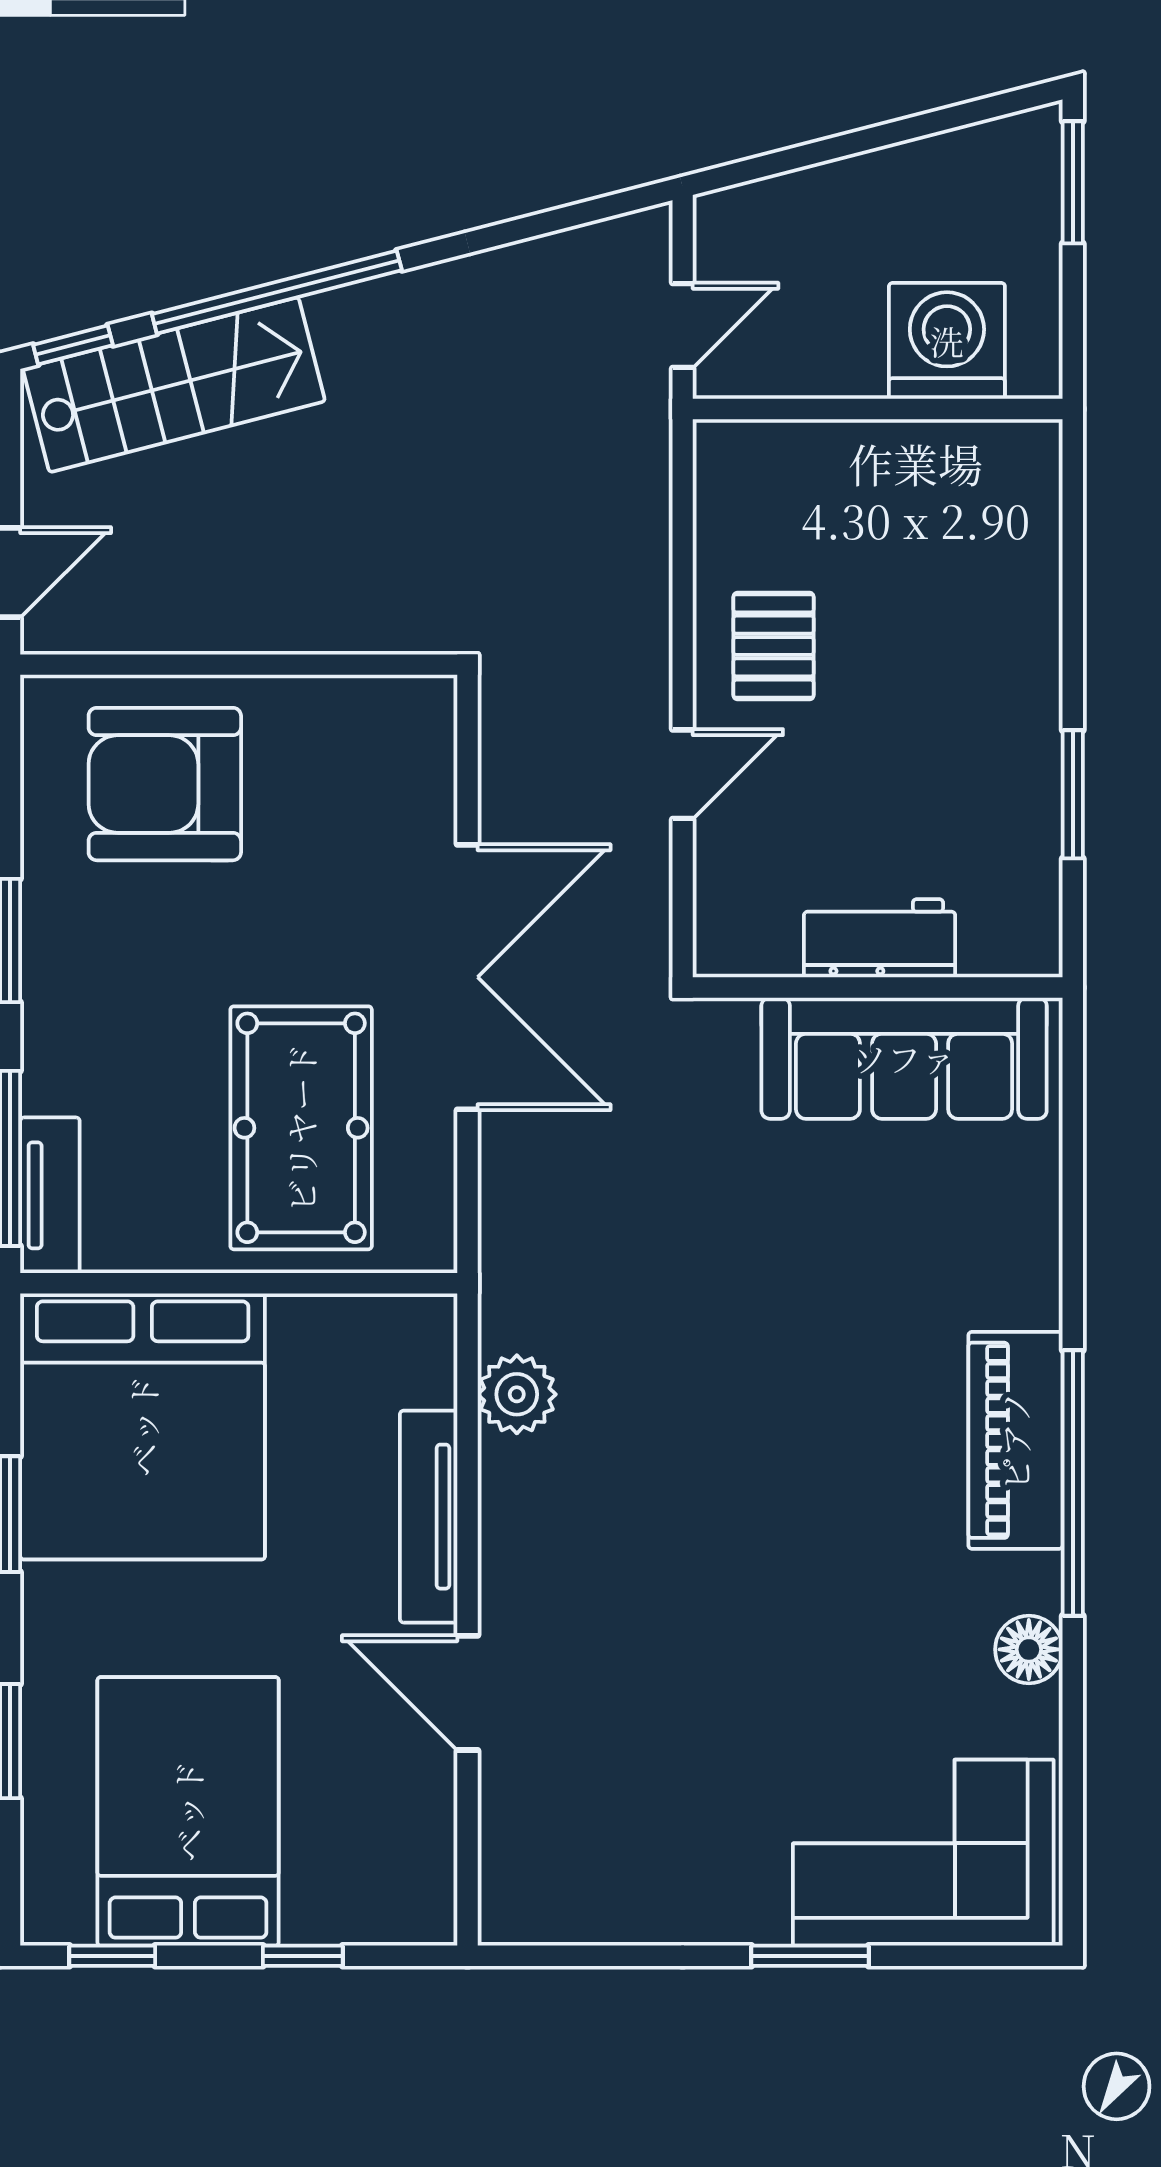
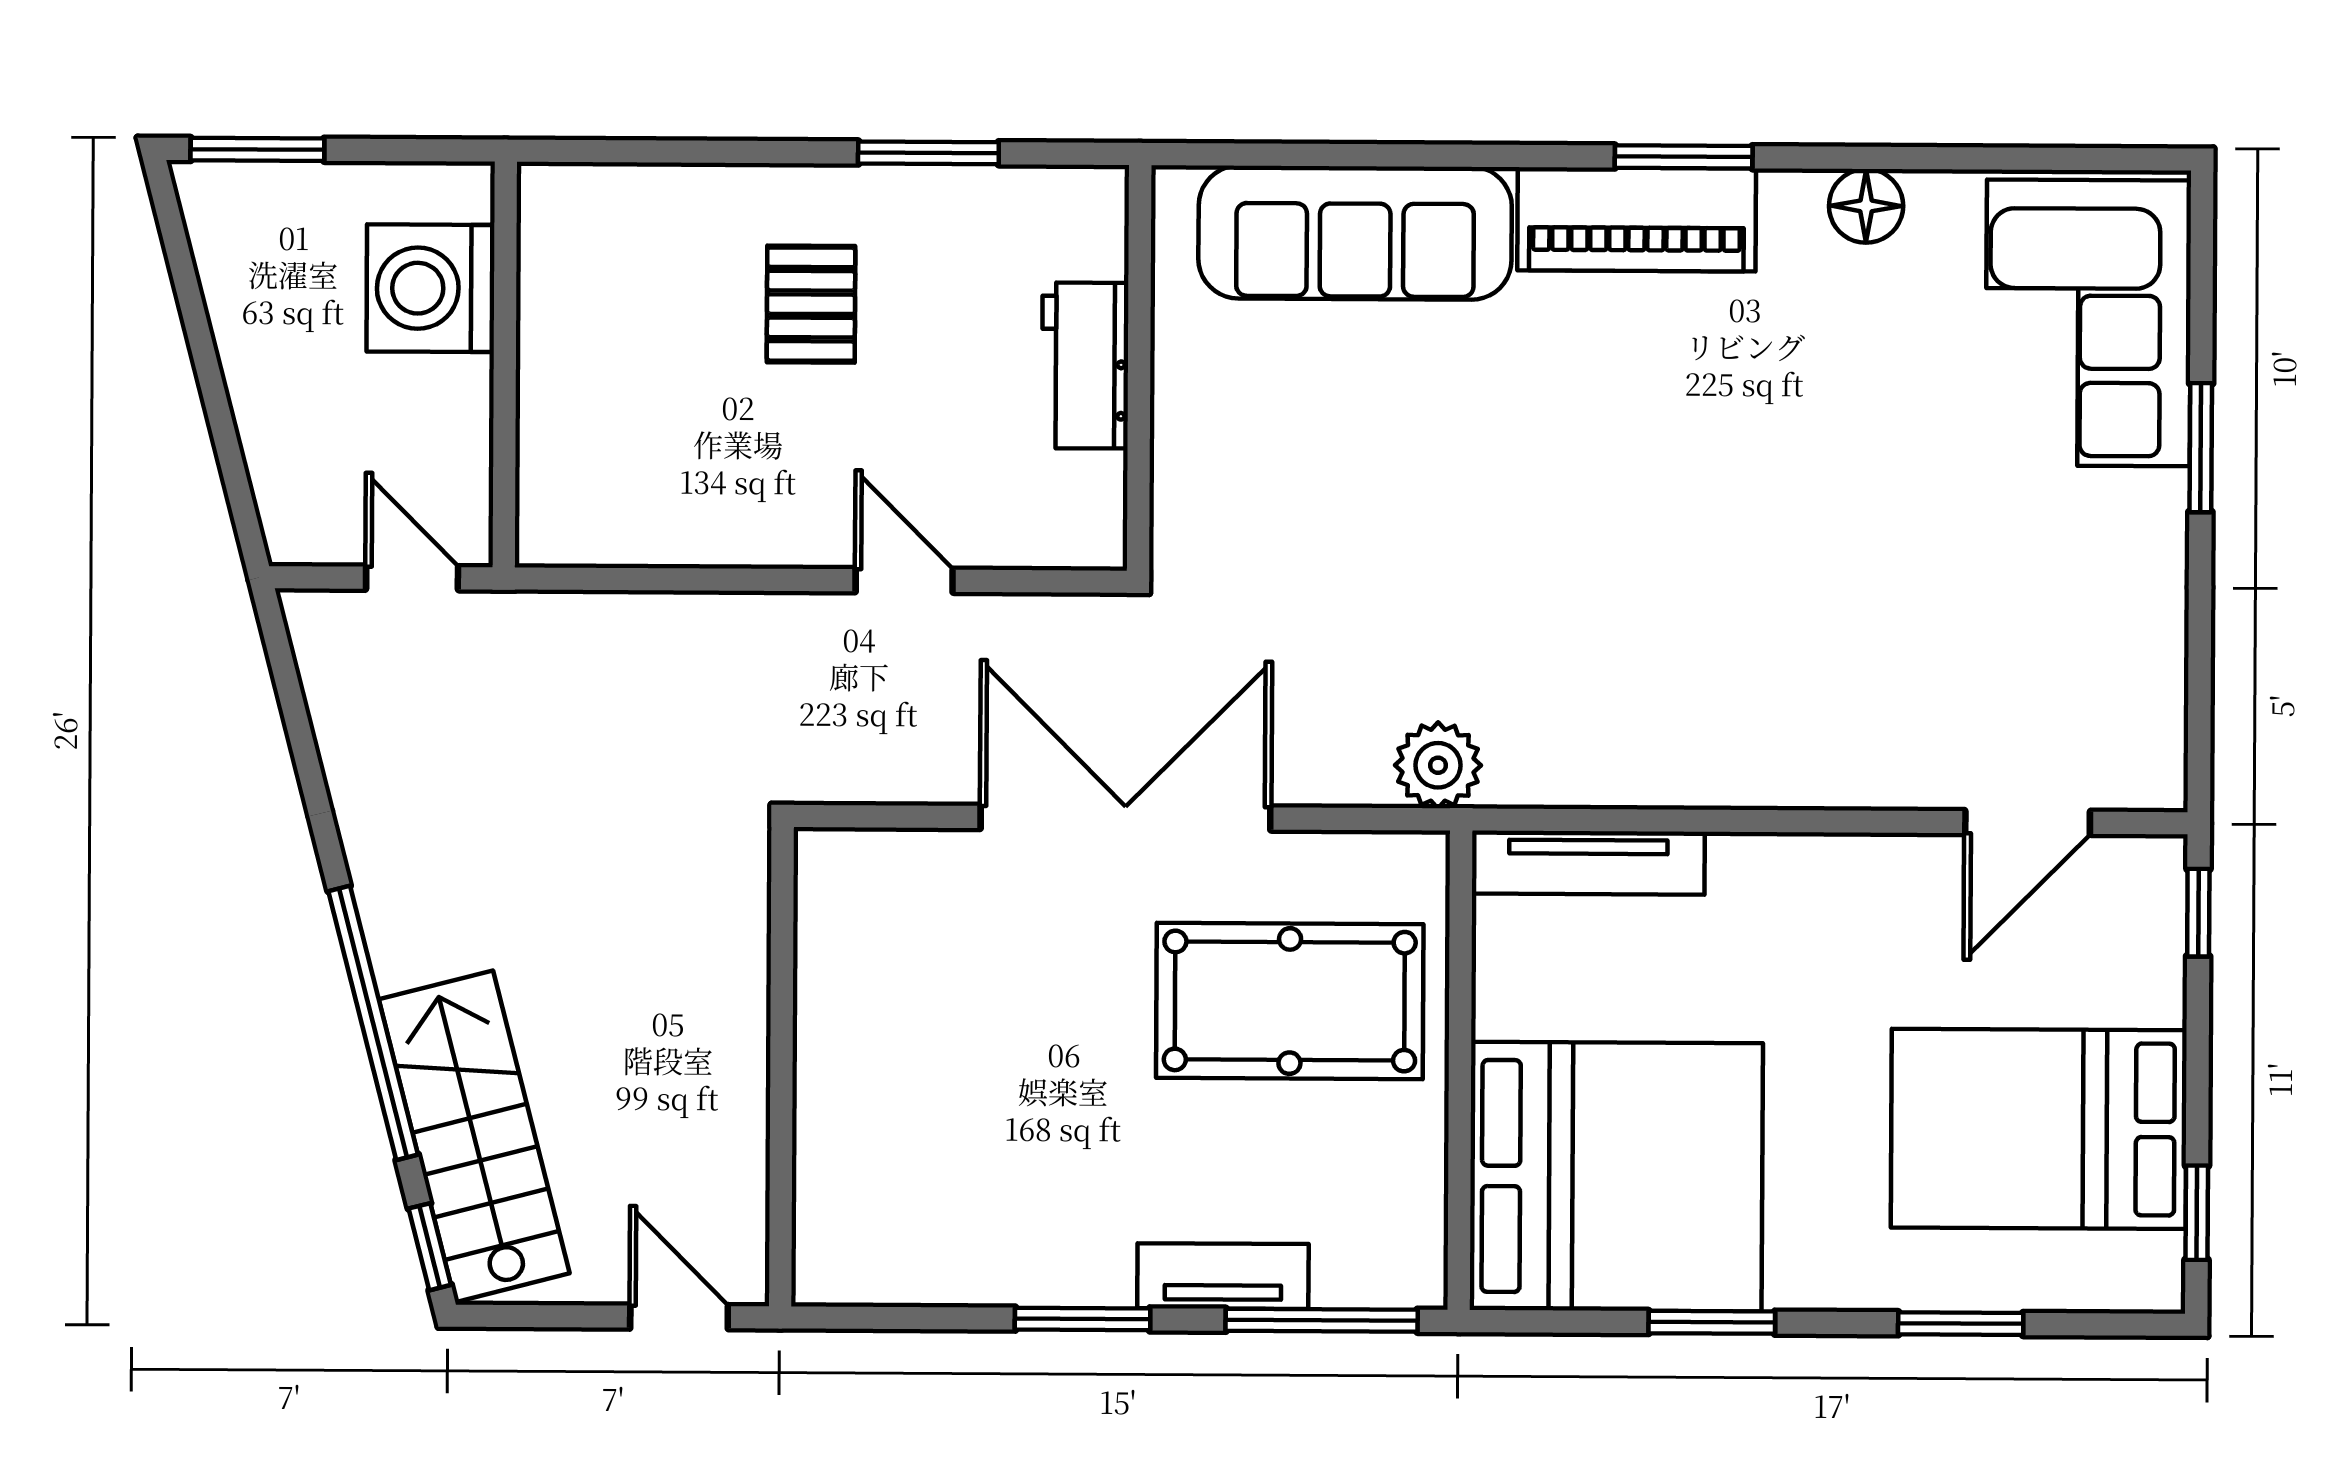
pallet: (774, 646) -> (811, 304), moved, turned 90
armchair: (165, 784) -> (912, 1149), removed
sofa: (904, 1058) -> (1355, 233), moved, turned 90
tv unit: (50, 1195) -> (1223, 1276), moved
plant: (517, 1394) -> (1438, 765), moved
window: (1073, 1483) -> (1684, 157), width x0.47
tv unit: (429, 1517) -> (1588, 863), moved
door: (467, 1693) -> (2028, 822), moved
window: (303, 1956) -> (2198, 913), moved

